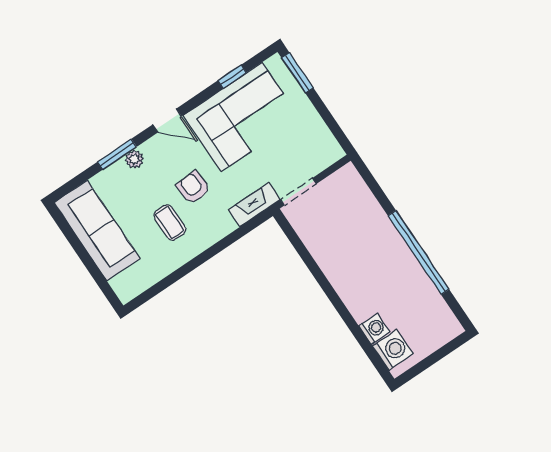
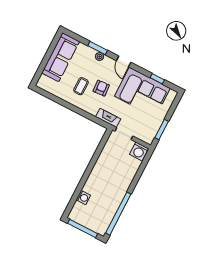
window: (297, 73) -> (162, 129), moved
window: (419, 252) -> (118, 214), moved
washing machine: (393, 350) -> (139, 151), moved, turned 90
window: (430, 361) -> (83, 229), added

